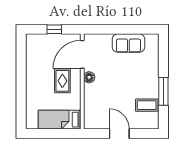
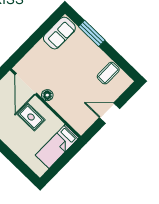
sofa: (128, 43) -> (59, 33), moved
window: (163, 91) -> (92, 33), moved

